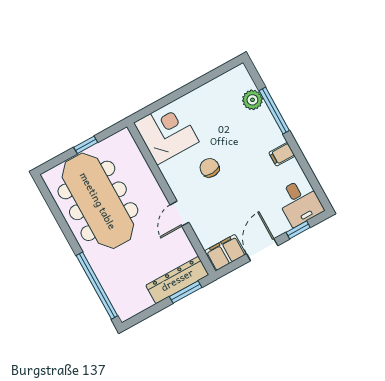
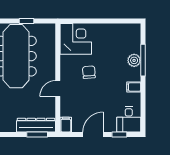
plant: (252, 100) -> (134, 60), moved
filing cabinet: (225, 253) -> (66, 125), width x0.50

